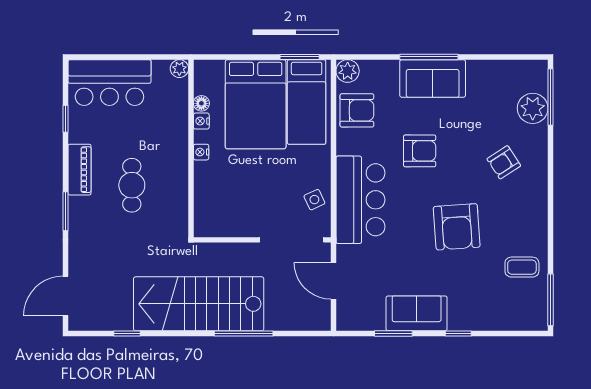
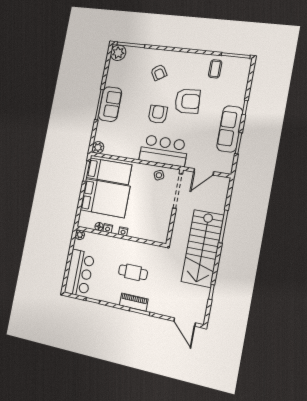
plant: (533, 108) -> (118, 53), moved
armchair: (357, 110) -> (118, 146), removed
armchair: (420, 151) -> (158, 114), moved
piano: (80, 170) -> (134, 302), moved
sofa: (417, 313) -> (230, 129), width x1.36

